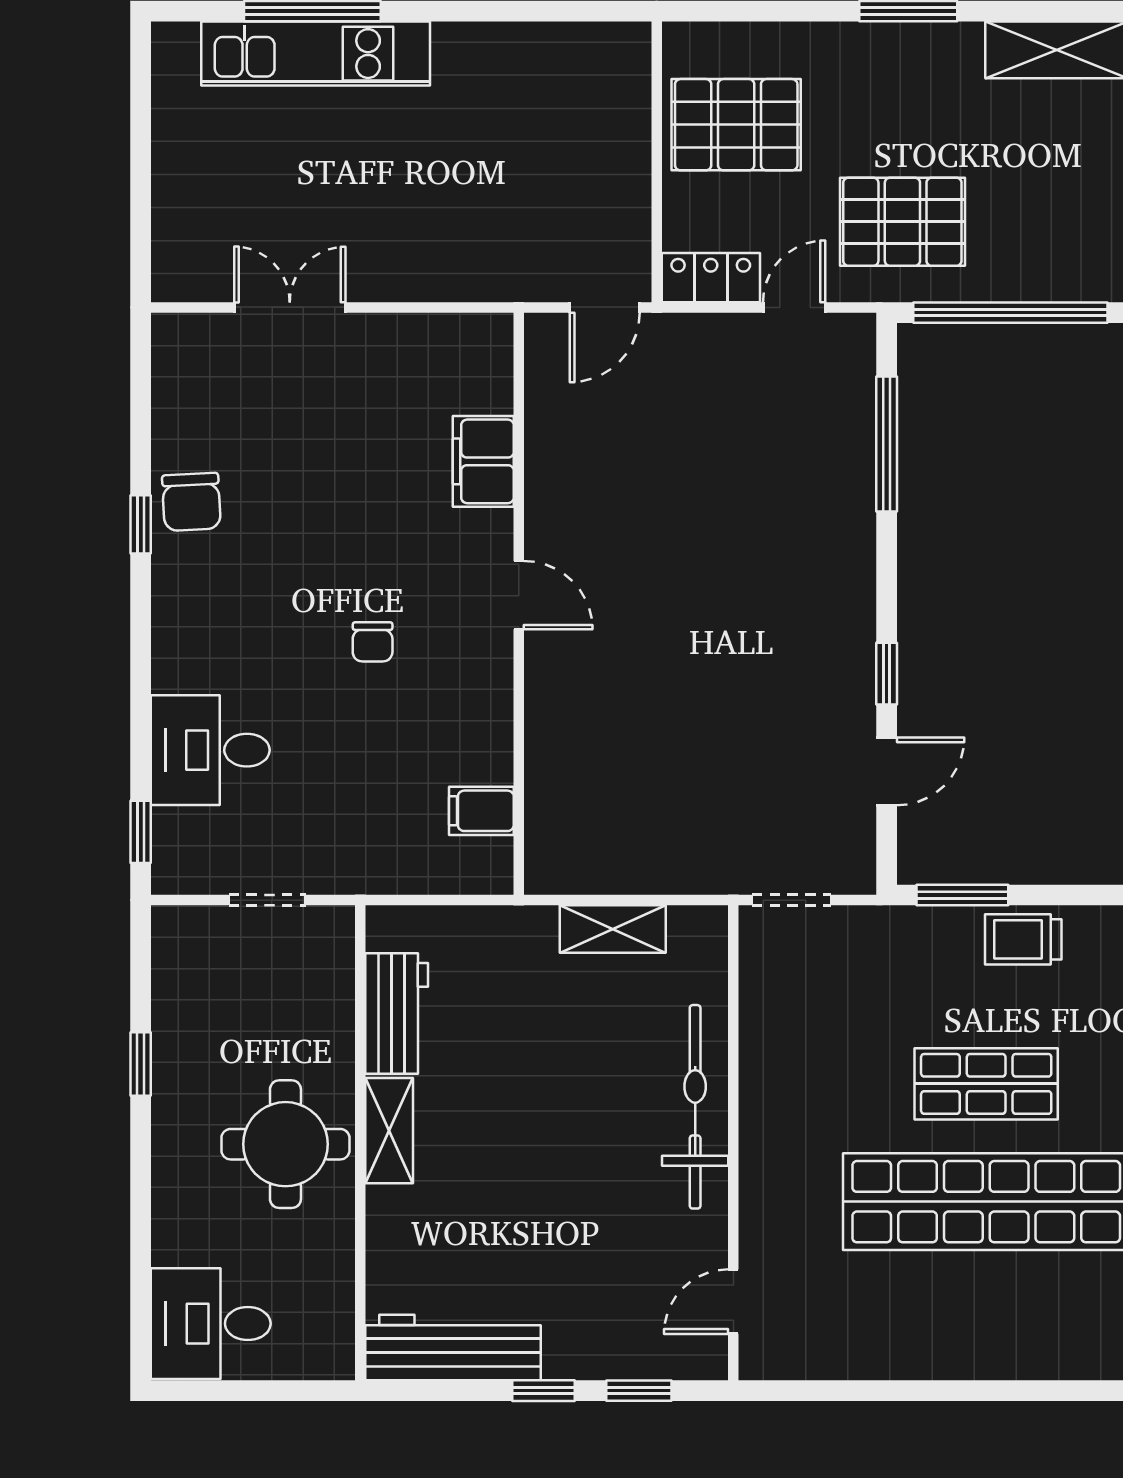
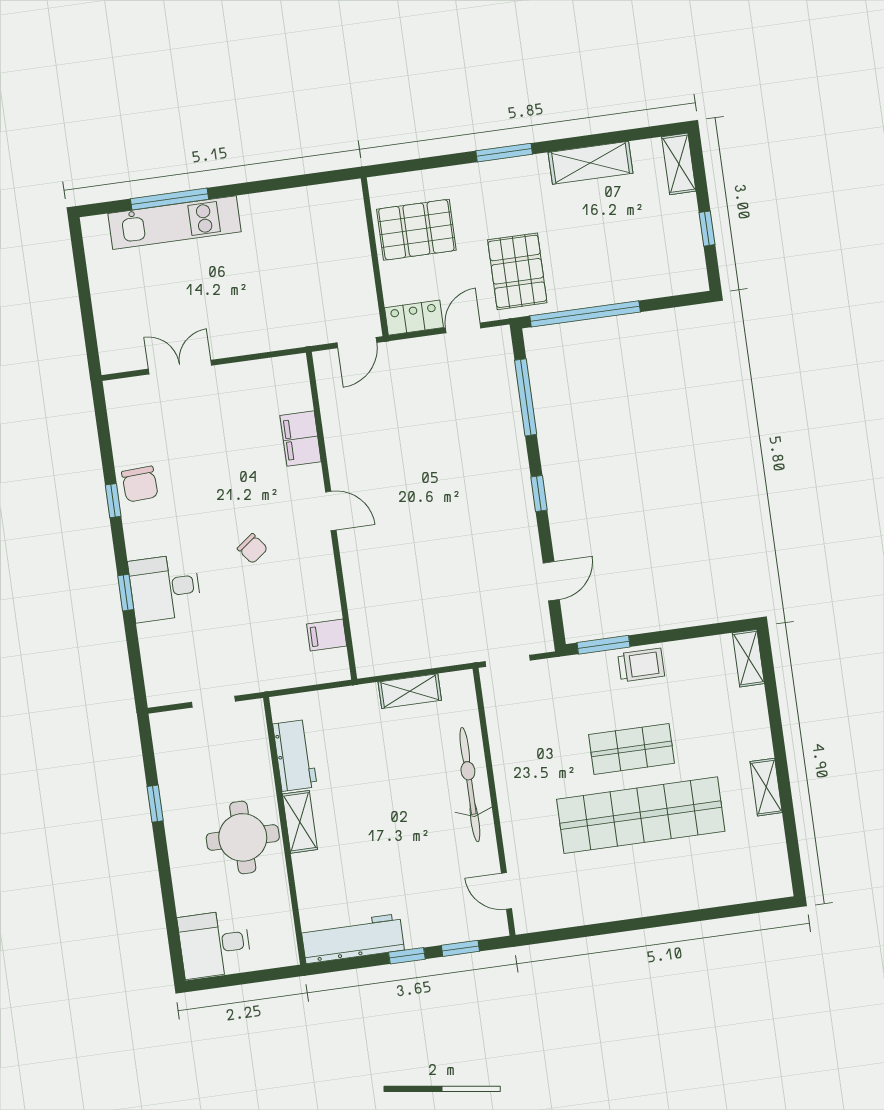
pallet: (902, 222) -> (517, 271), turned 90
chair: (373, 642) -> (252, 549), turned -37
window: (887, 674) -> (539, 494), moved
desk: (210, 750) -> (165, 588), moved
window: (141, 832) -> (126, 593), moved
trolley: (1023, 939) -> (641, 665), turned 180
door: (733, 1302) -> (506, 891), hinge flipped

